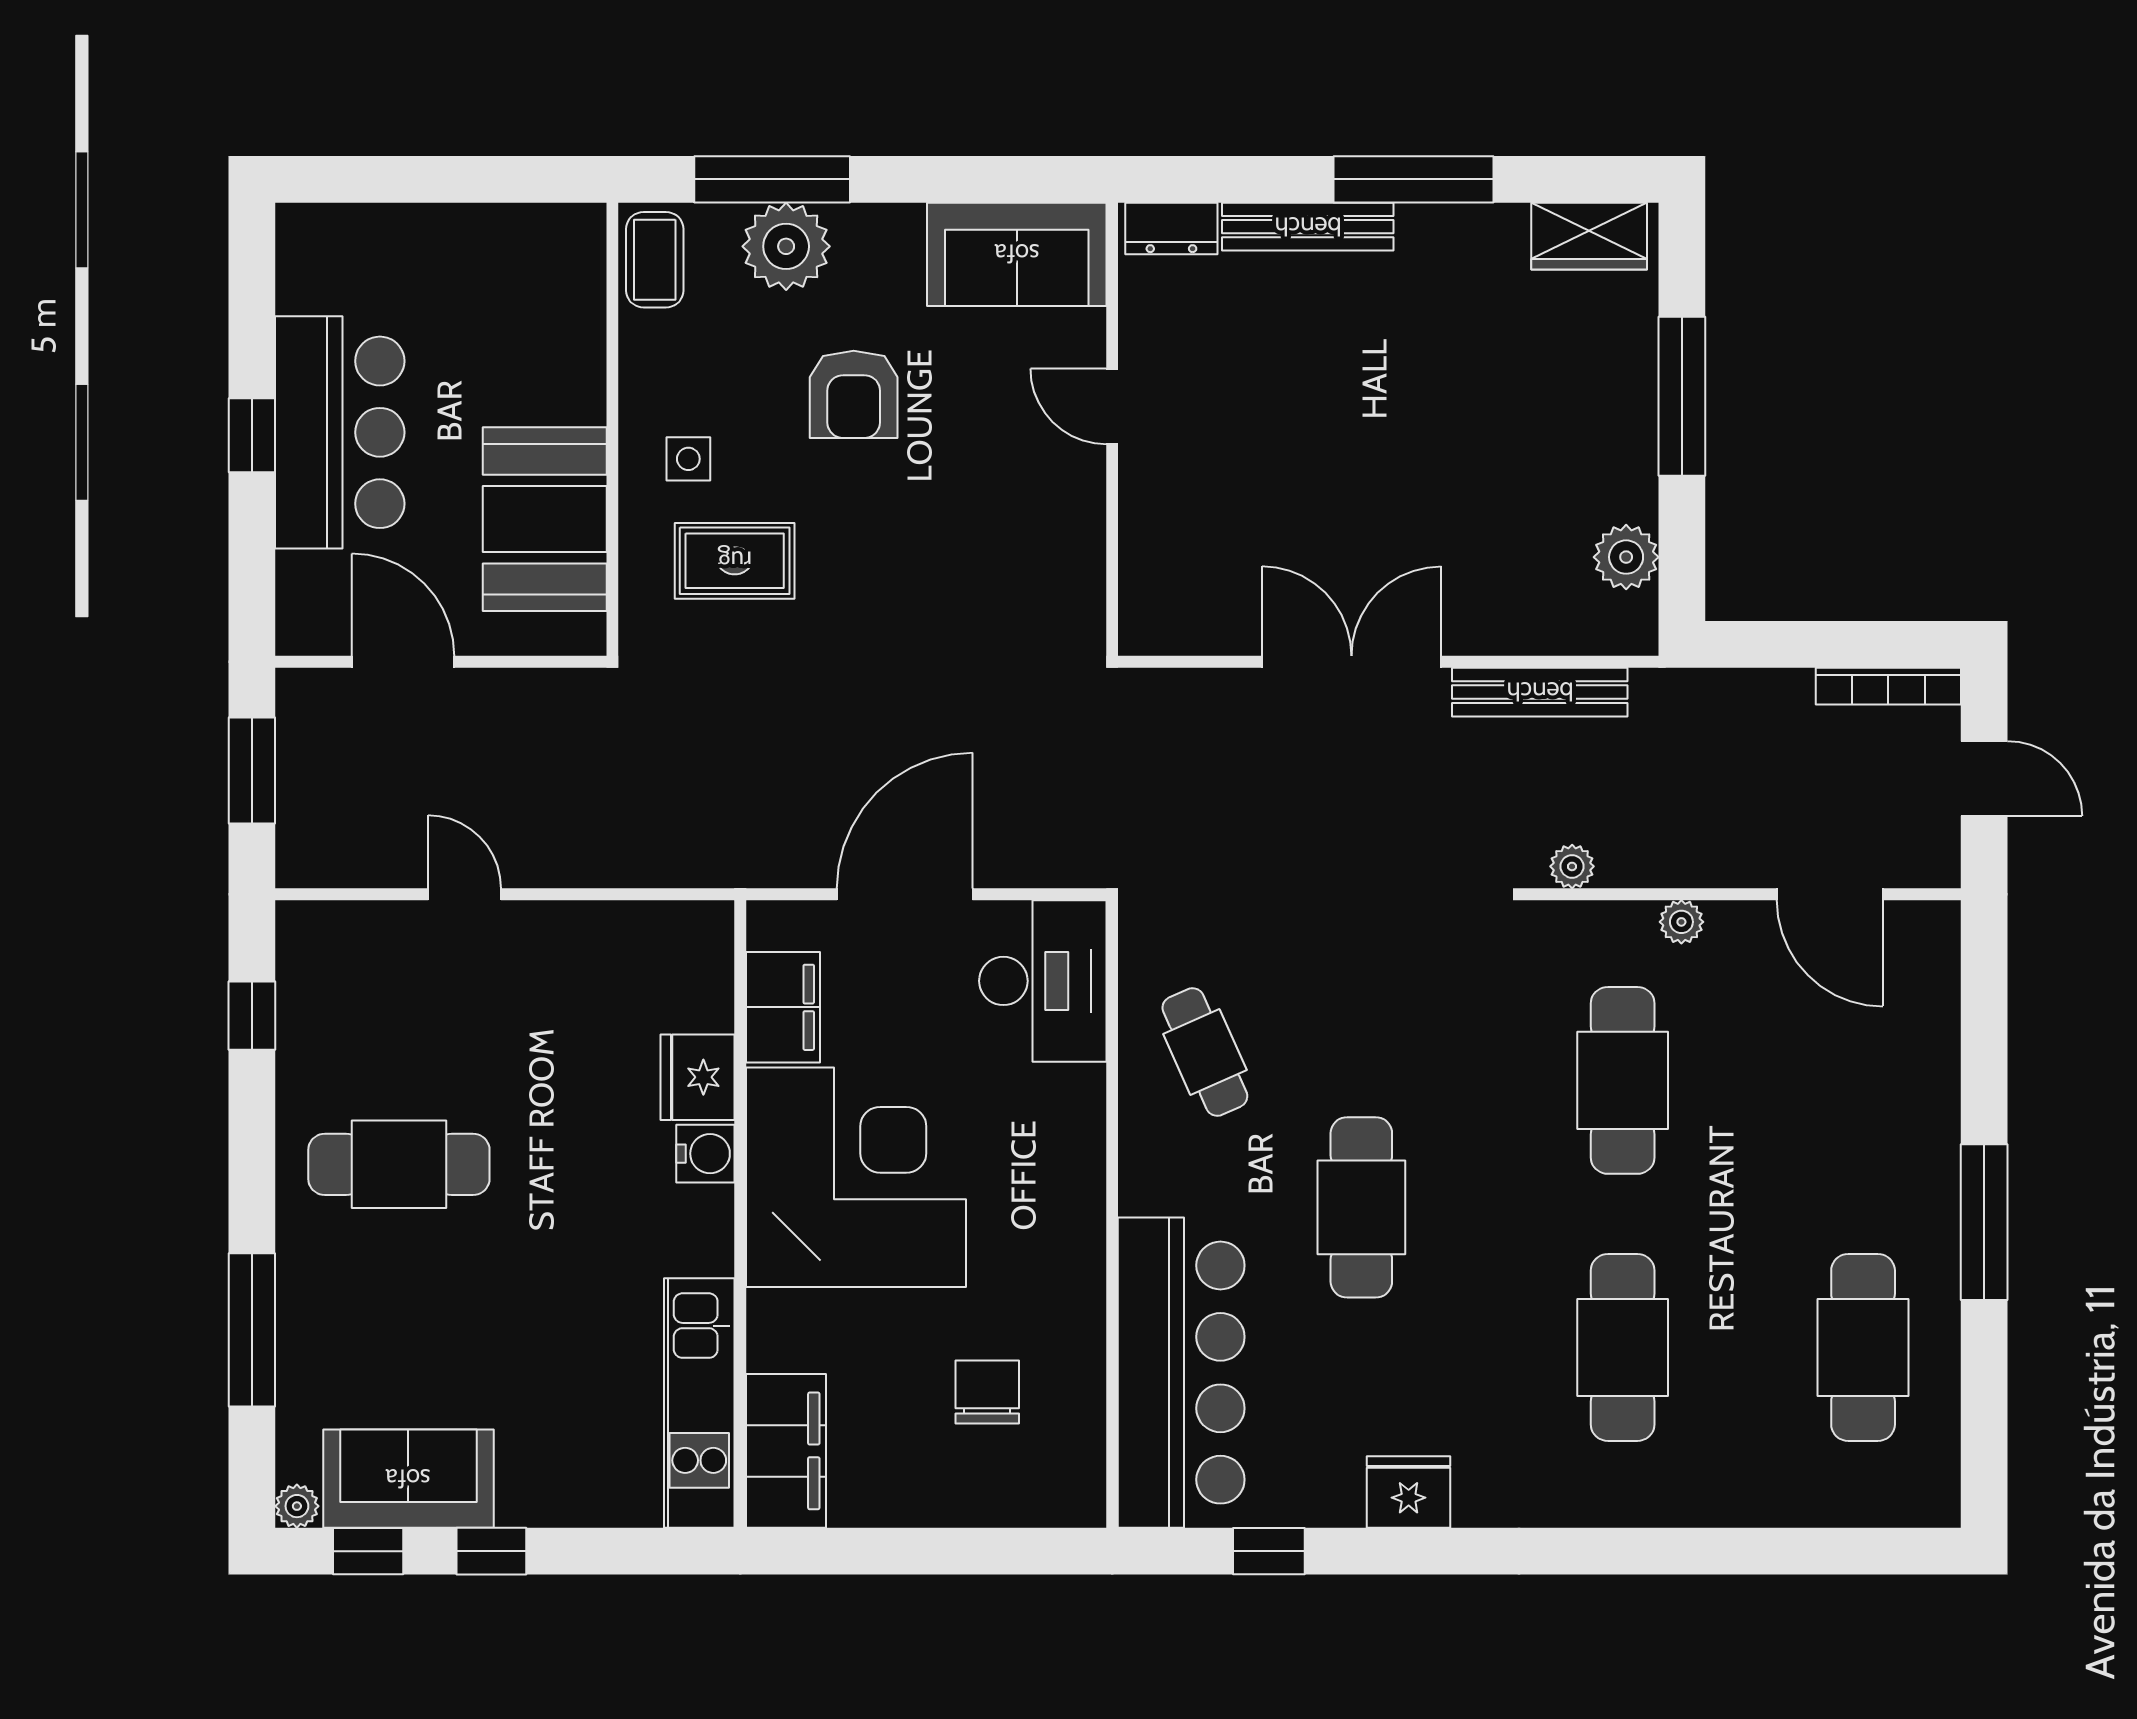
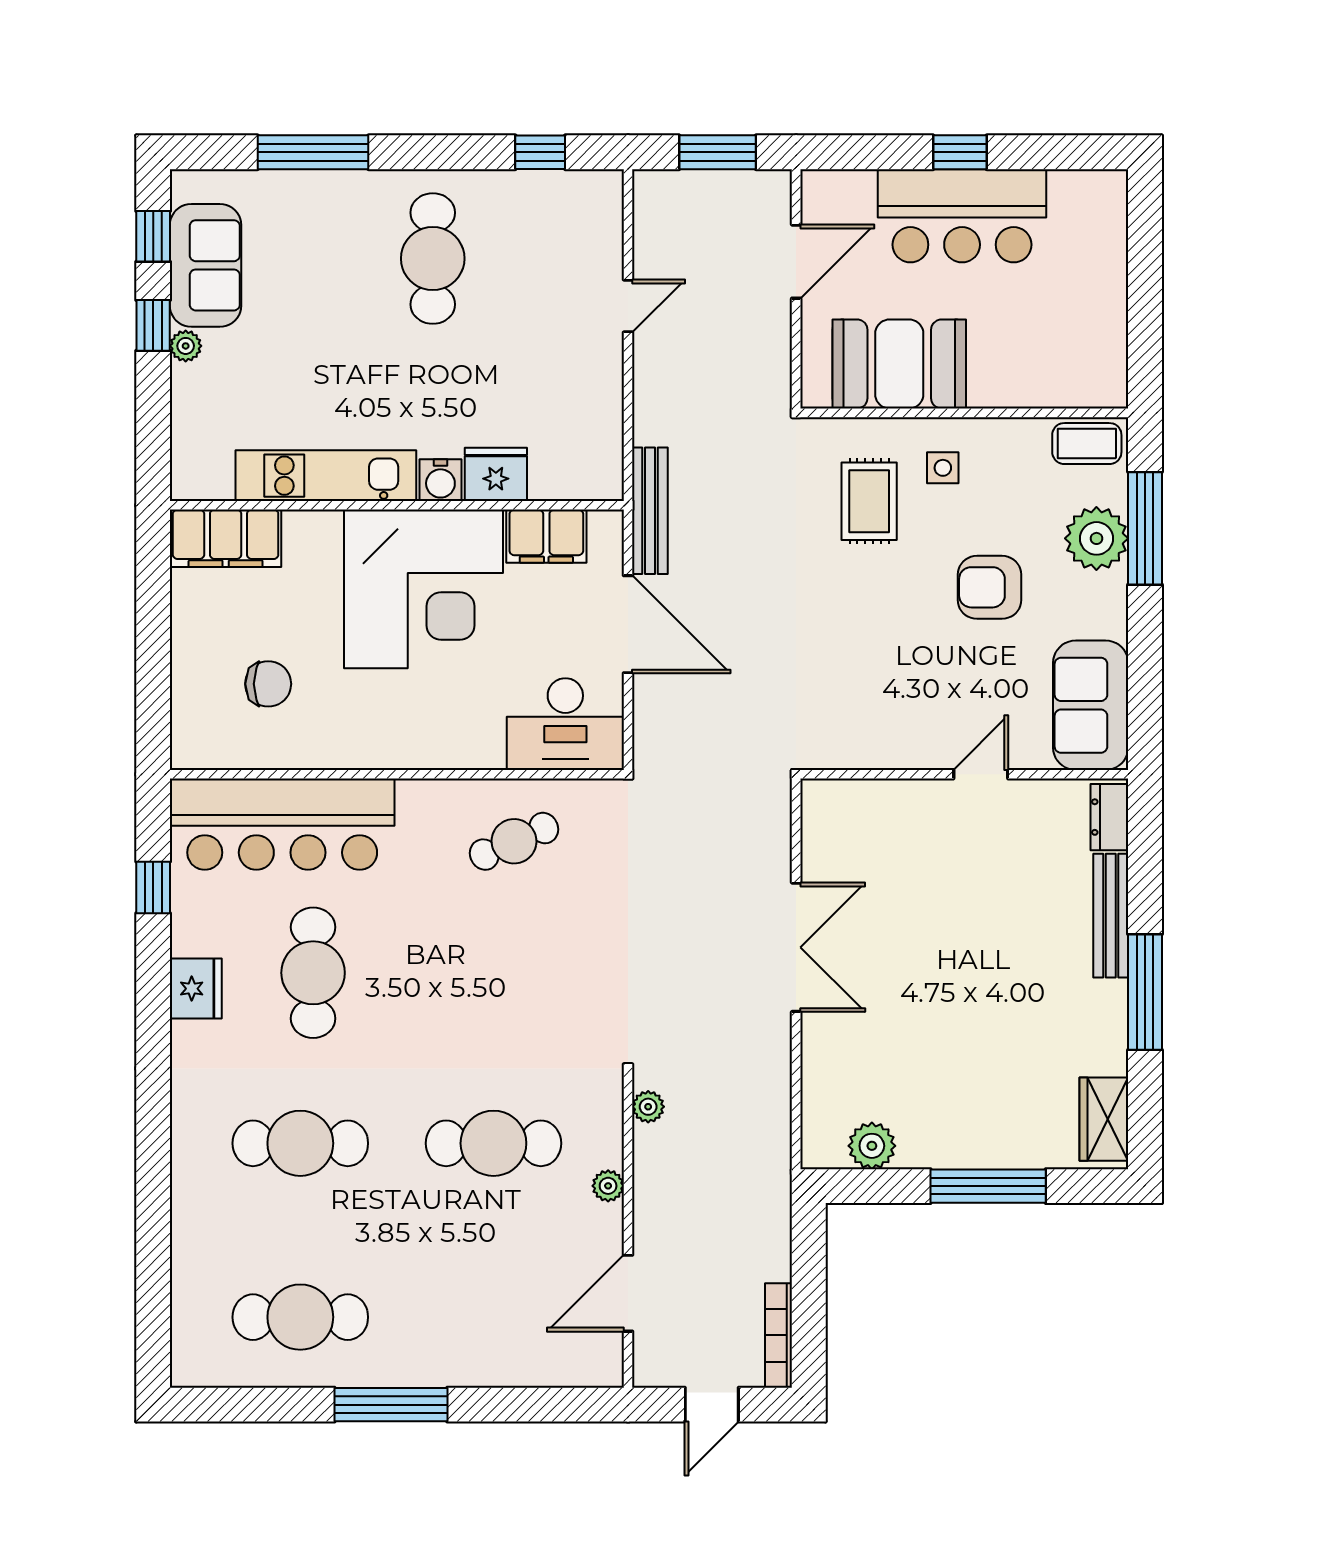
bench: (1540, 692) -> (650, 511), moved
cafe table: (1361, 1207) -> (313, 973), moved, turned 90
kitchen unit: (699, 1403) -> (326, 476), moved
plant: (297, 1506) -> (186, 346), moved

